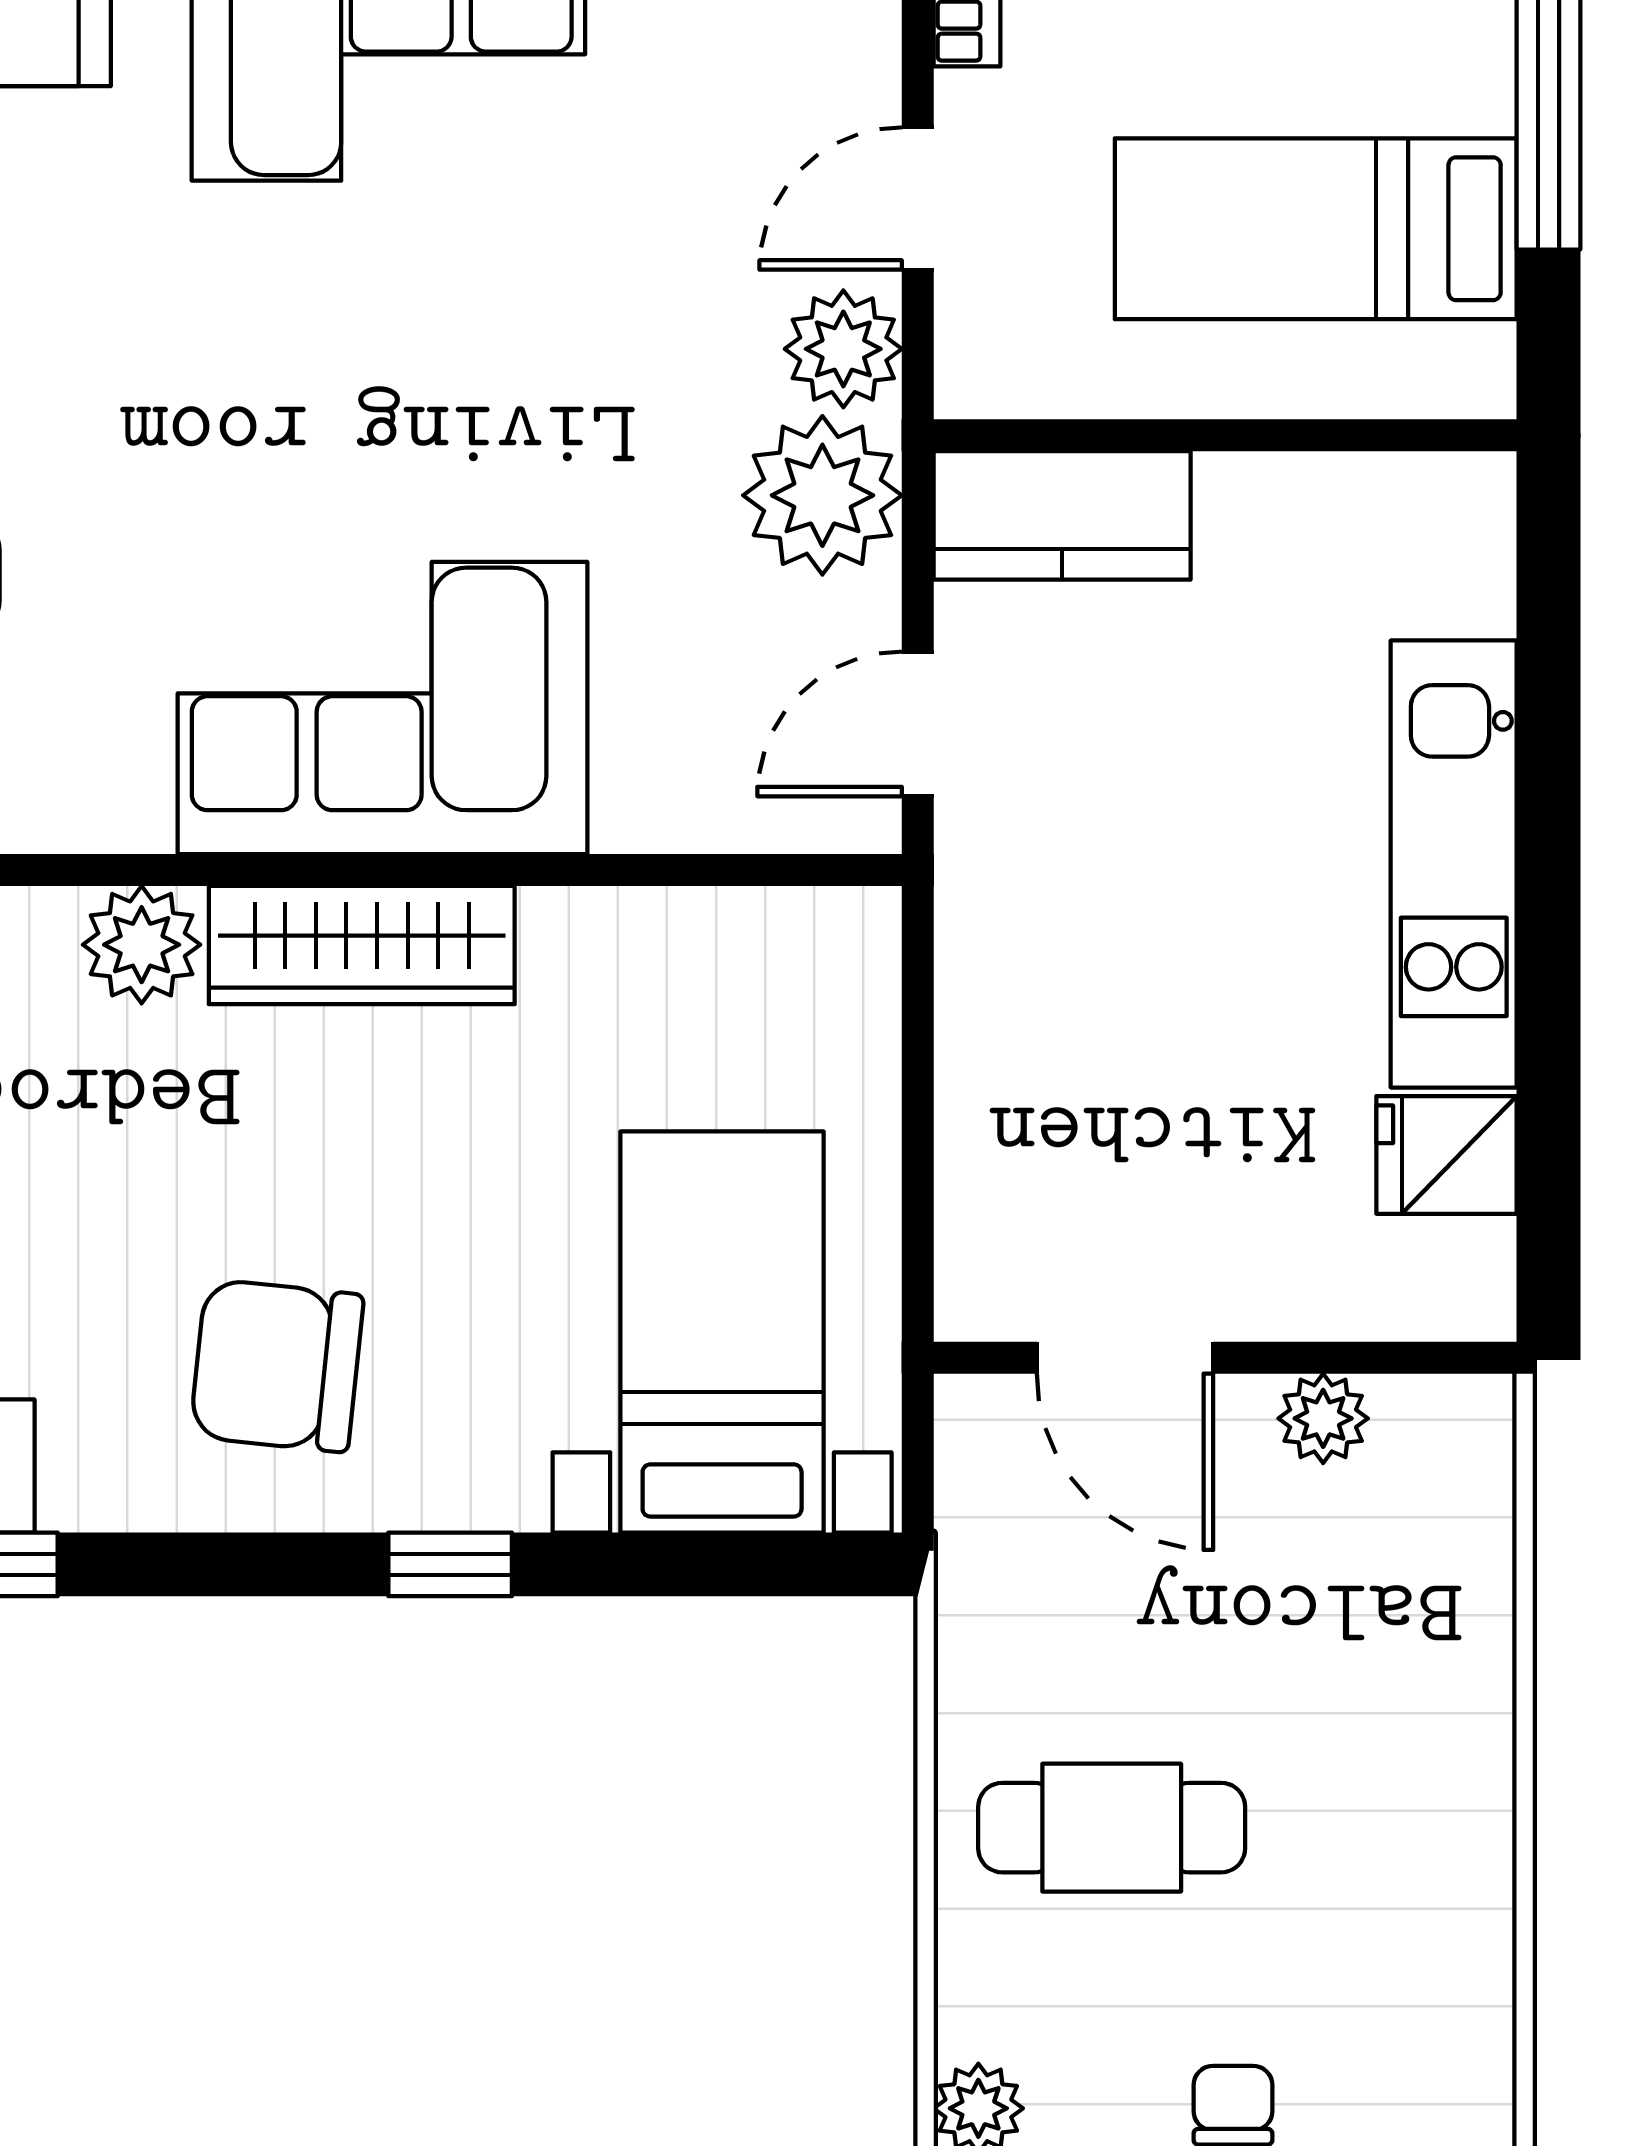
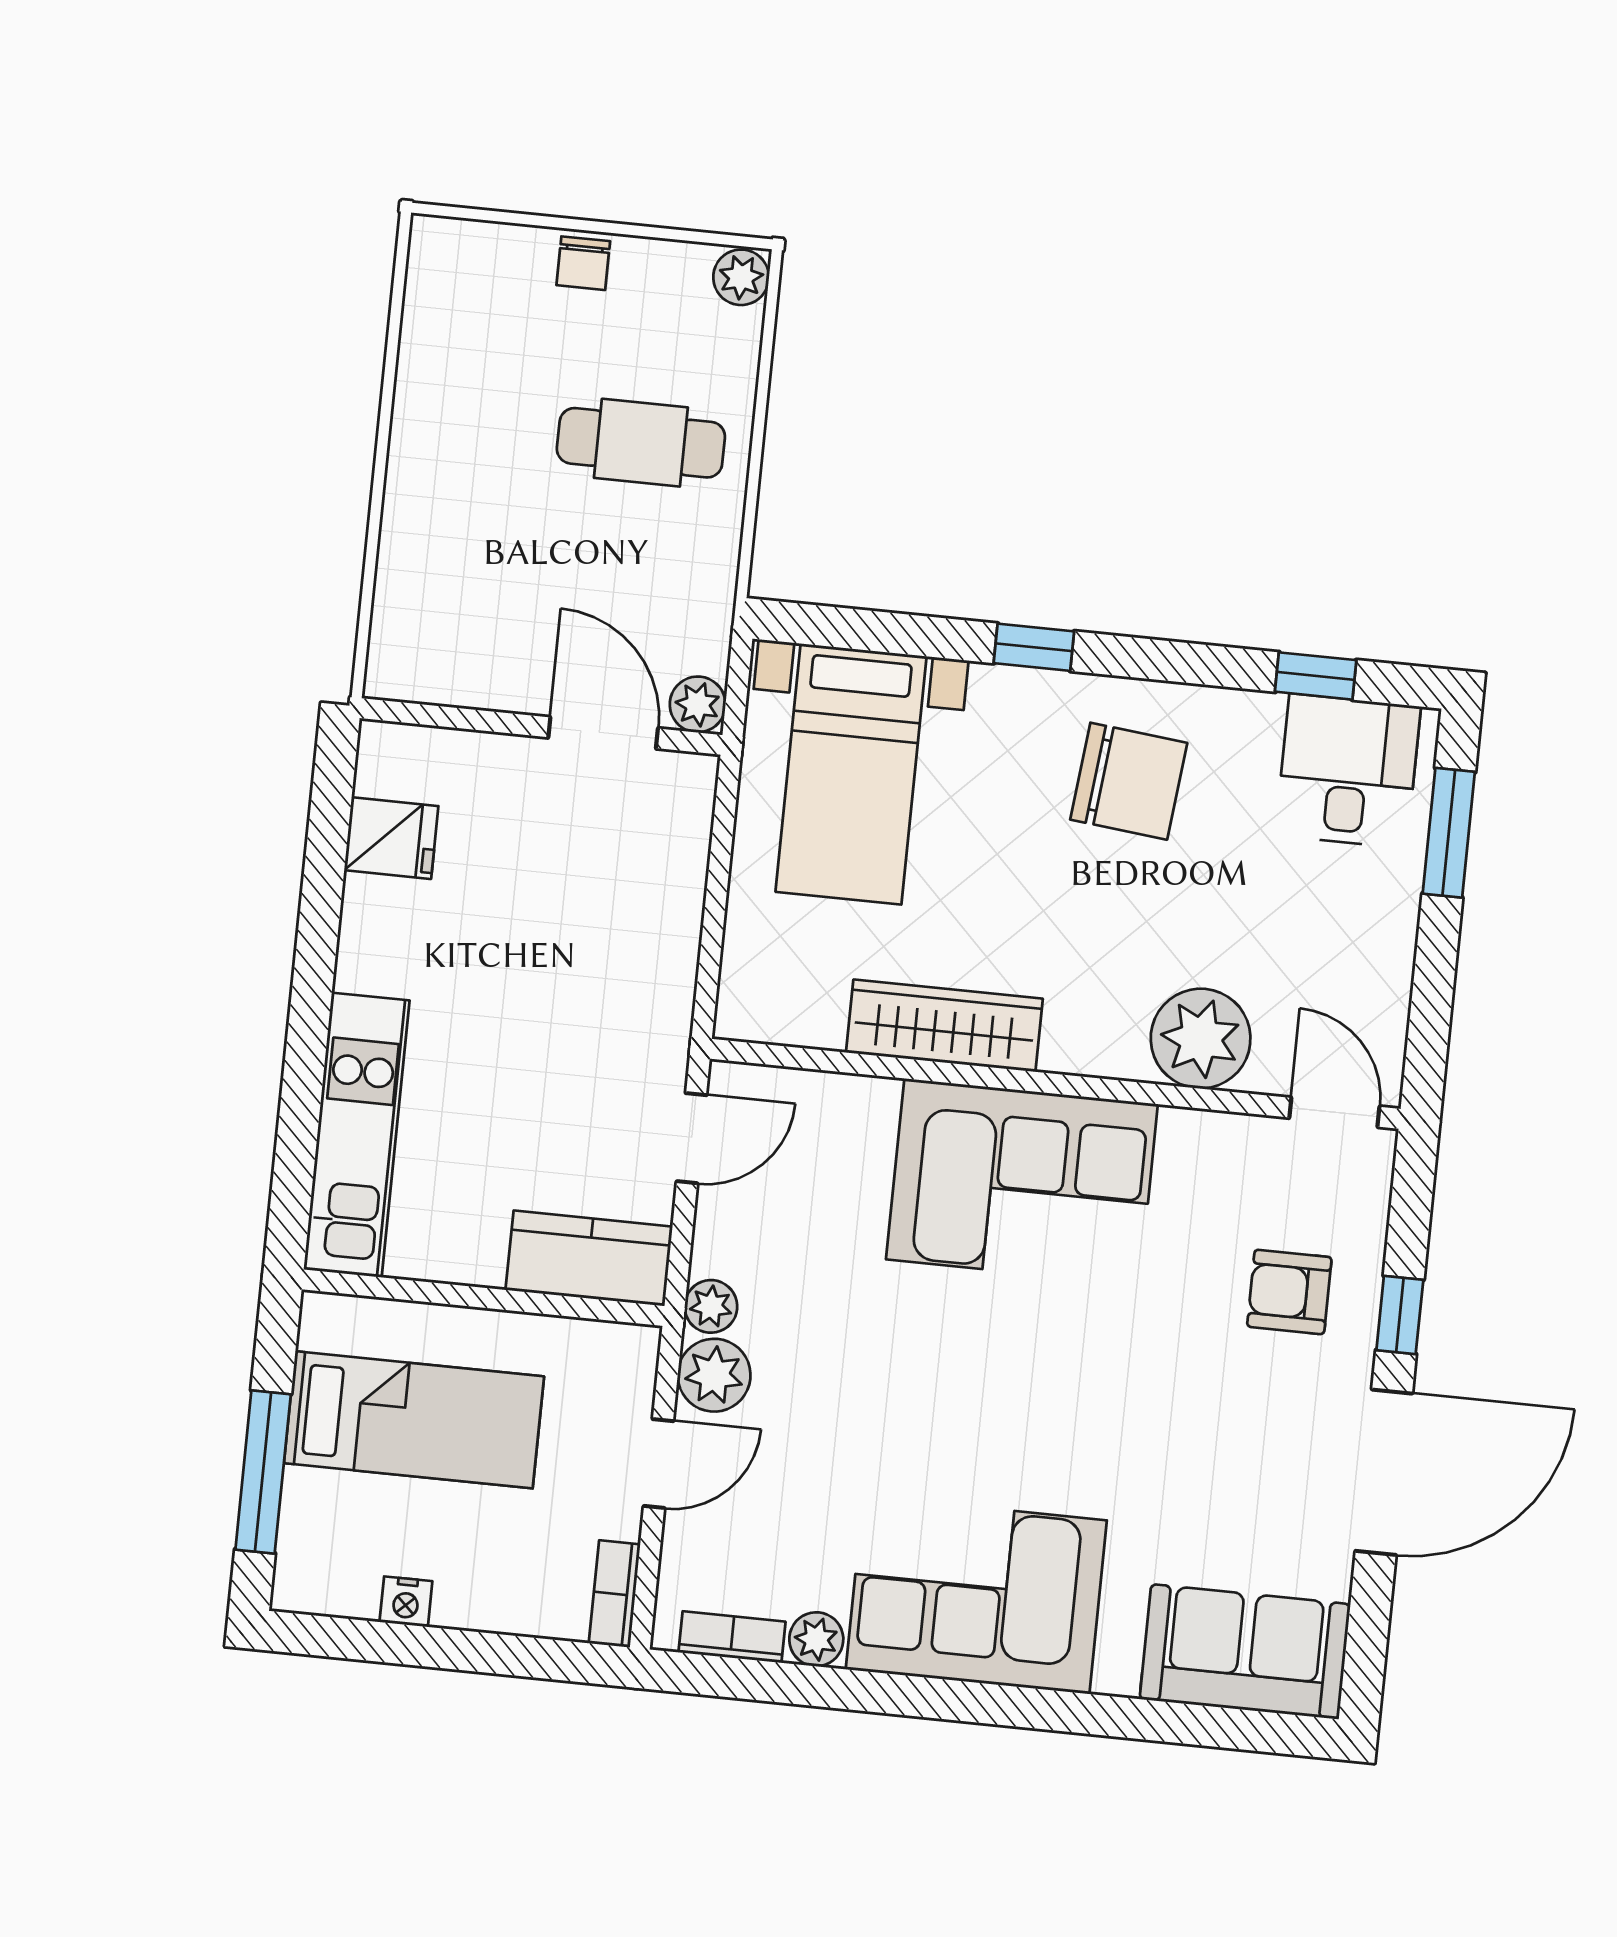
plant: (822, 495) -> (711, 1306), width x0.53, depth x0.53
kitchen unit: (1454, 864) -> (357, 1135), moved
plant: (142, 945) -> (1201, 1039), width x1.36, depth x1.36
wardrobe: (362, 945) -> (944, 1026), moved
plant: (1323, 1418) -> (698, 704), moved

